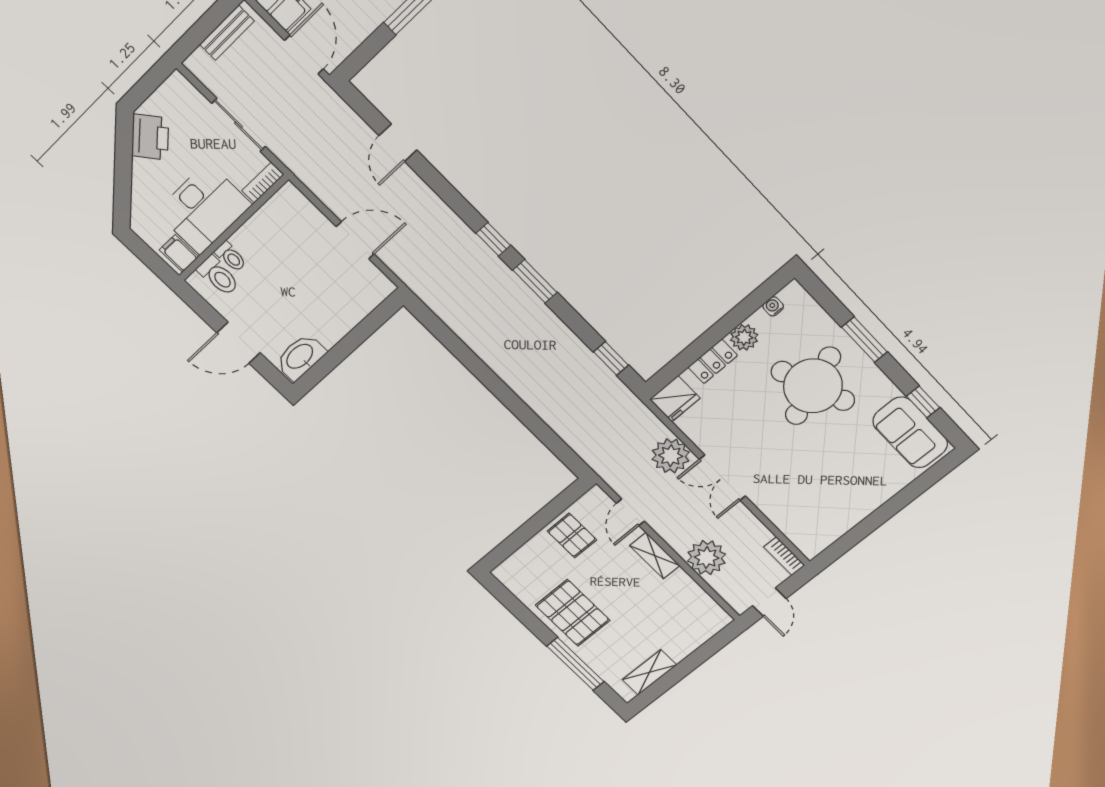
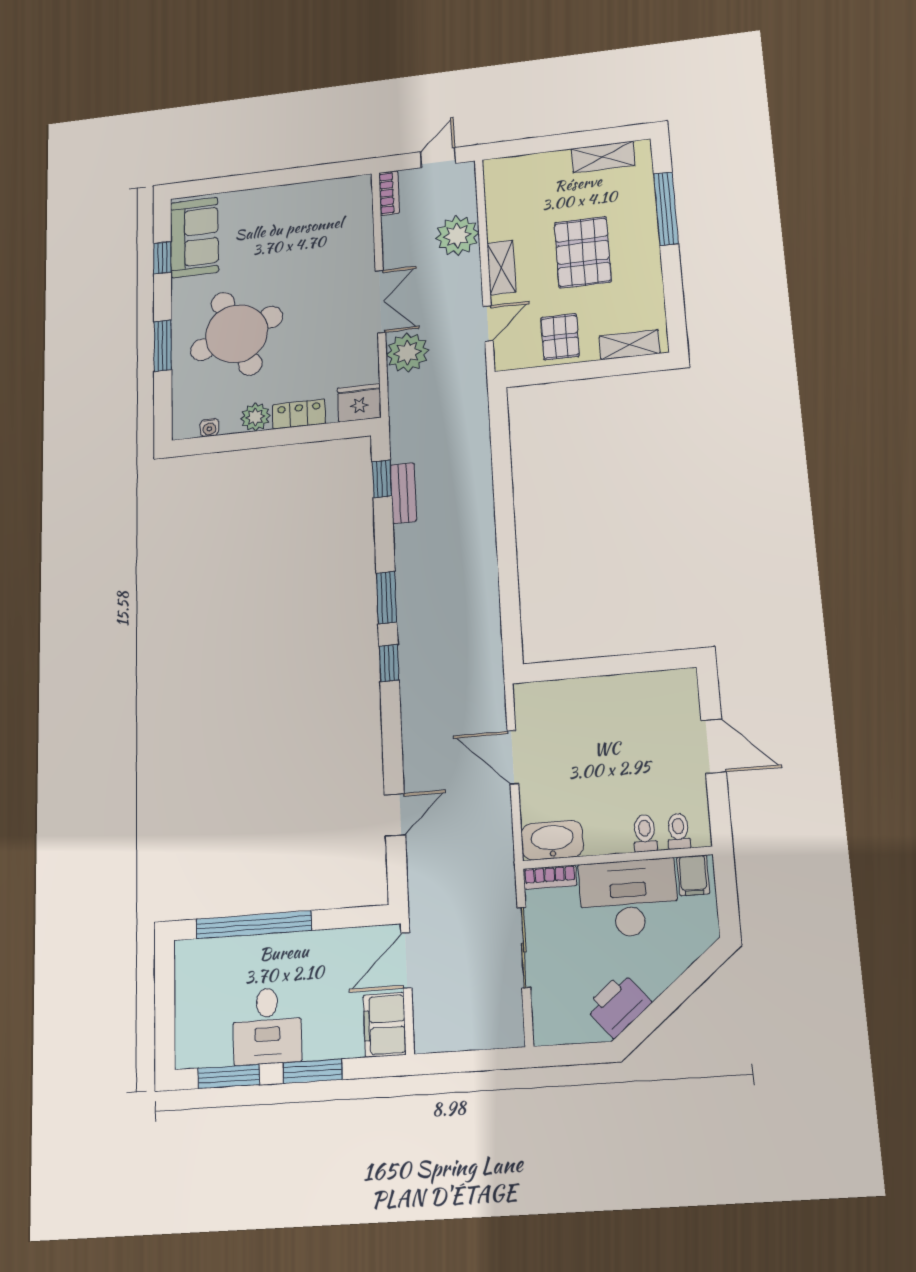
bench: (227, 33) -> (403, 493), moved, turned 90
toilet: (218, 276) -> (678, 831), width x0.73, depth x0.72
washbasin: (300, 357) -> (552, 840), moved, turned 180
shelving: (520, 560) -> (630, 345), added
pallet: (573, 613) -> (583, 252), moved

